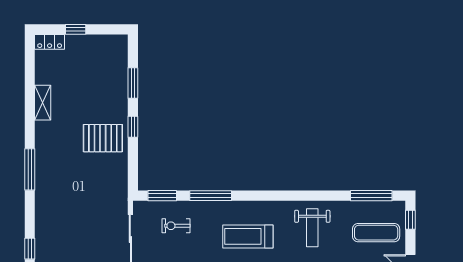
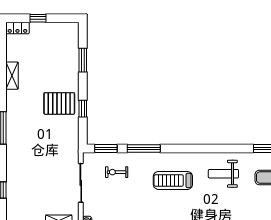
window: (133, 127) -> (83, 109), moved
weight bench: (312, 228) -> (223, 174), turned 90

